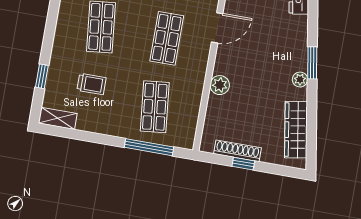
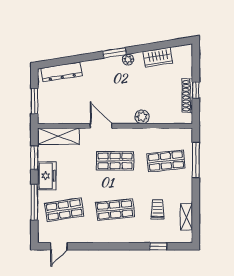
shelving: (58, 118) -> (186, 217), moved
wardrobe: (296, 130) -> (158, 57), width x0.67

